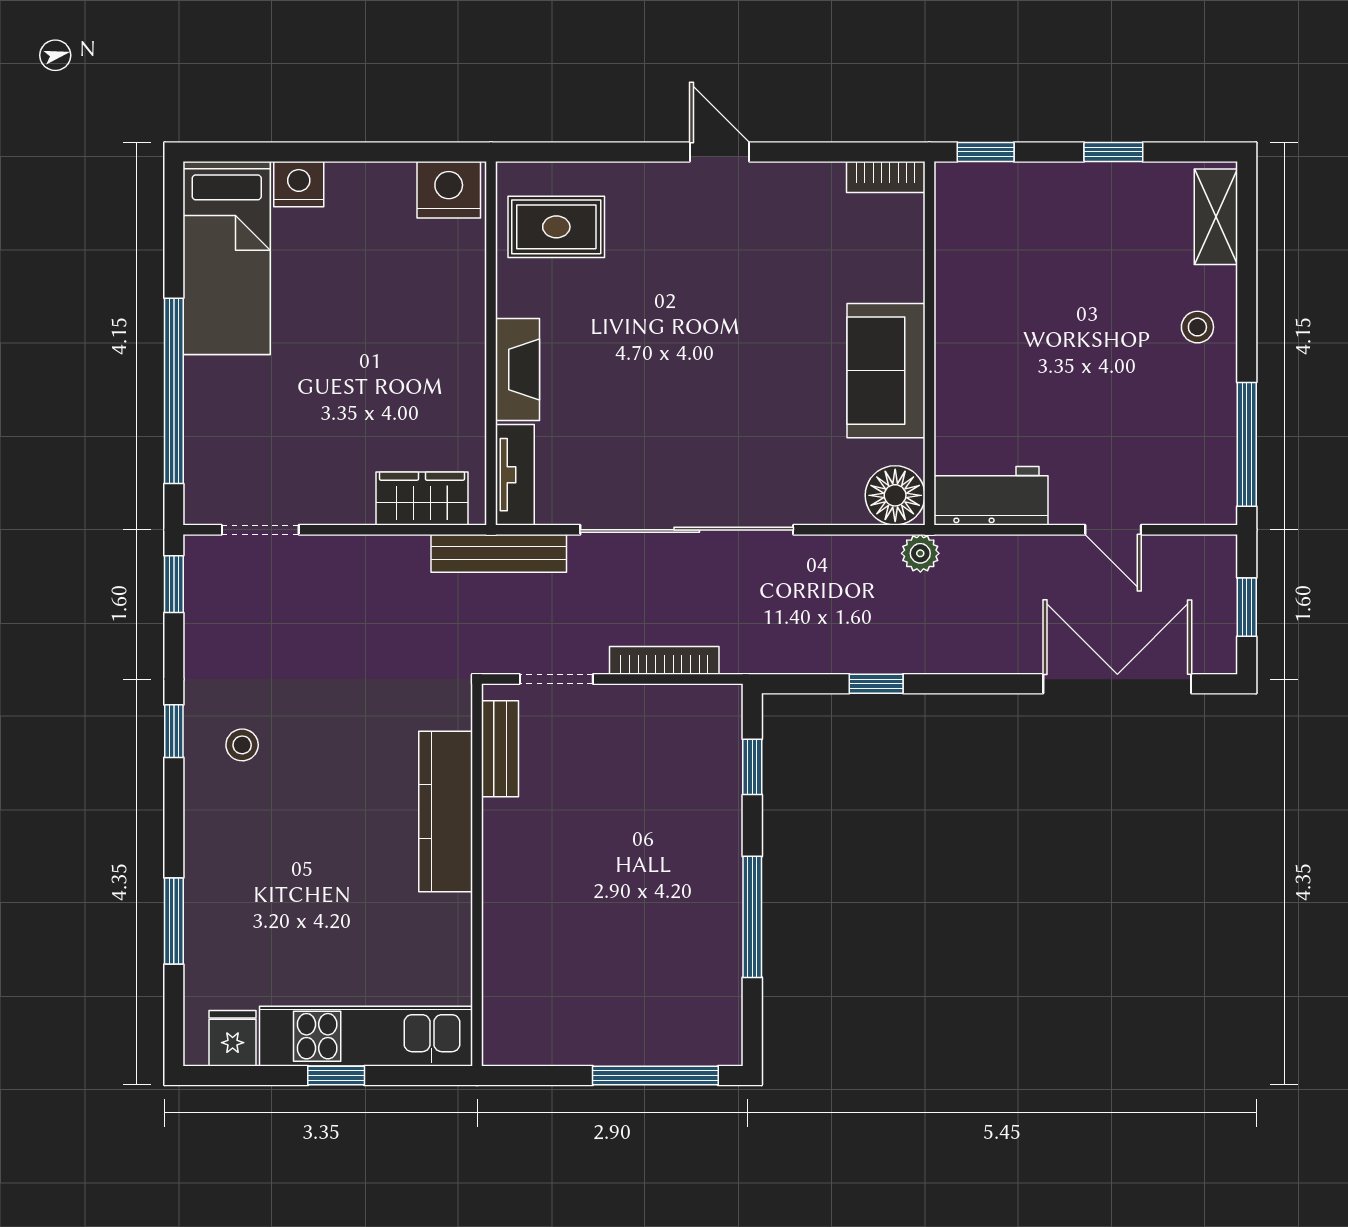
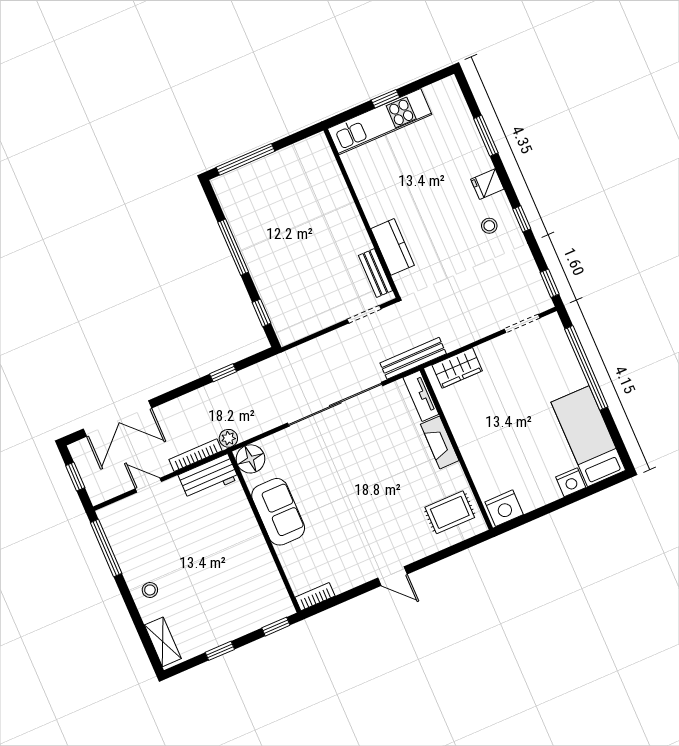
bookcase: (664, 660) -> (196, 455), moved, turned 180
kitchen counter: (446, 811) -> (393, 247), width x0.67
fridge: (233, 1038) -> (487, 184), moved, turned 90

